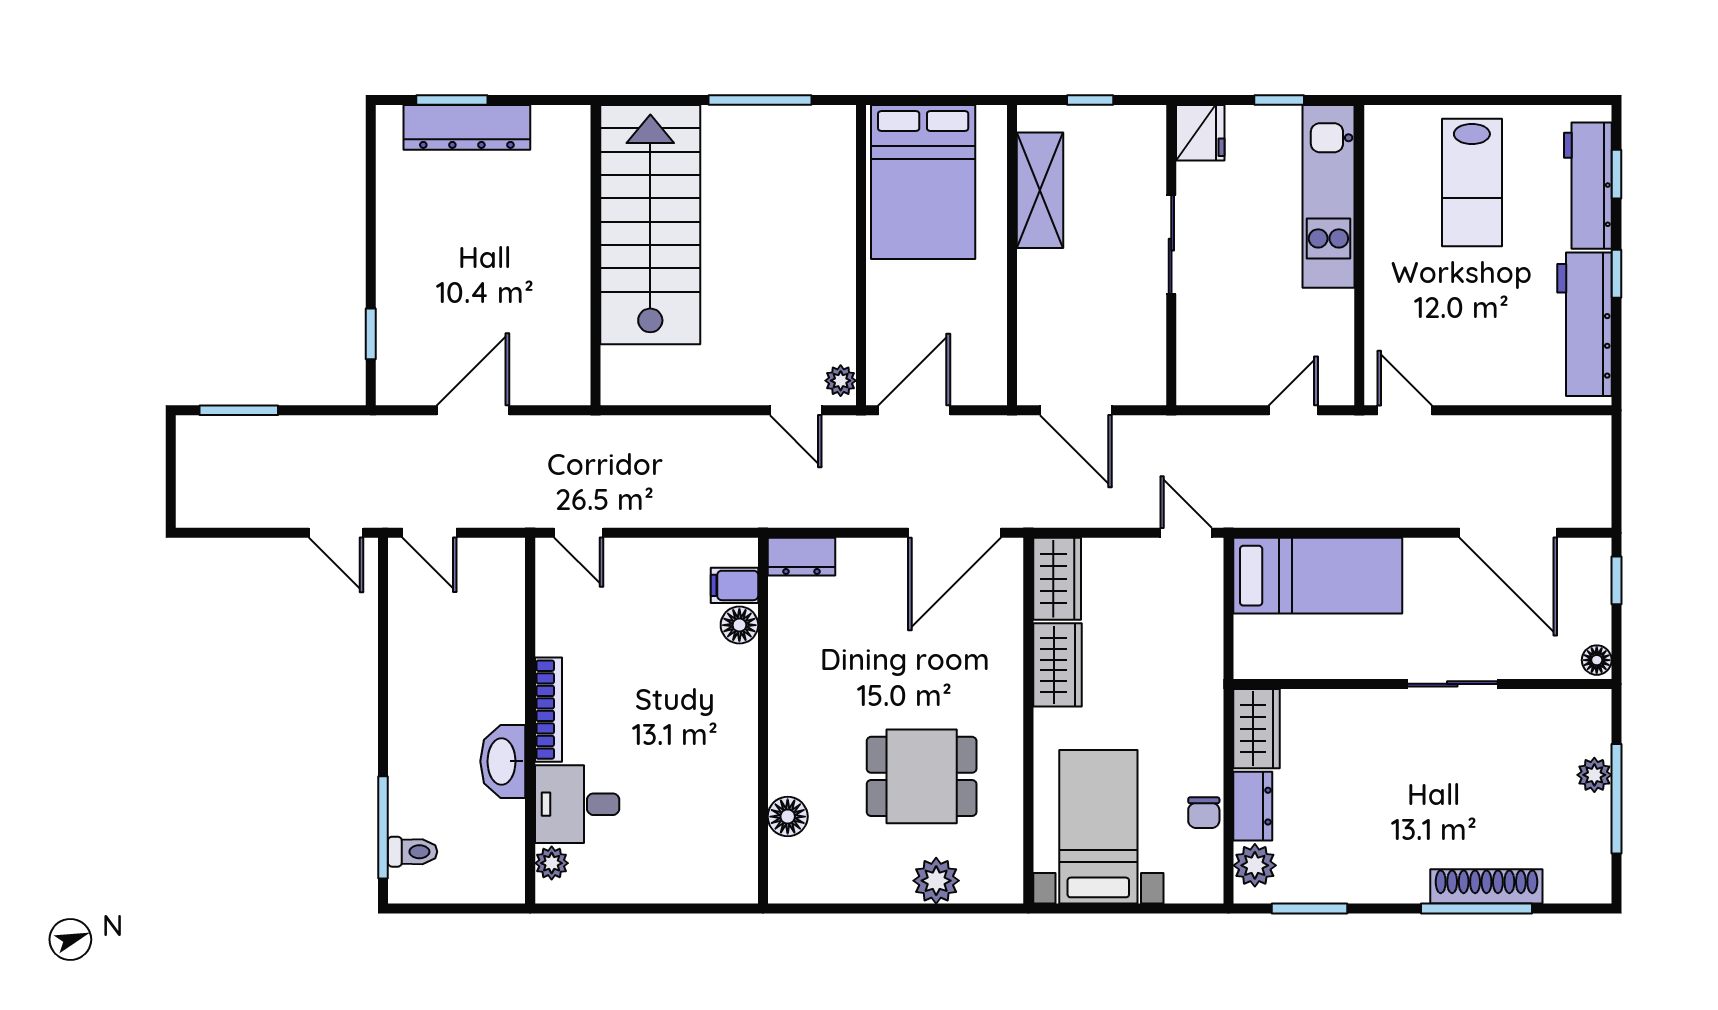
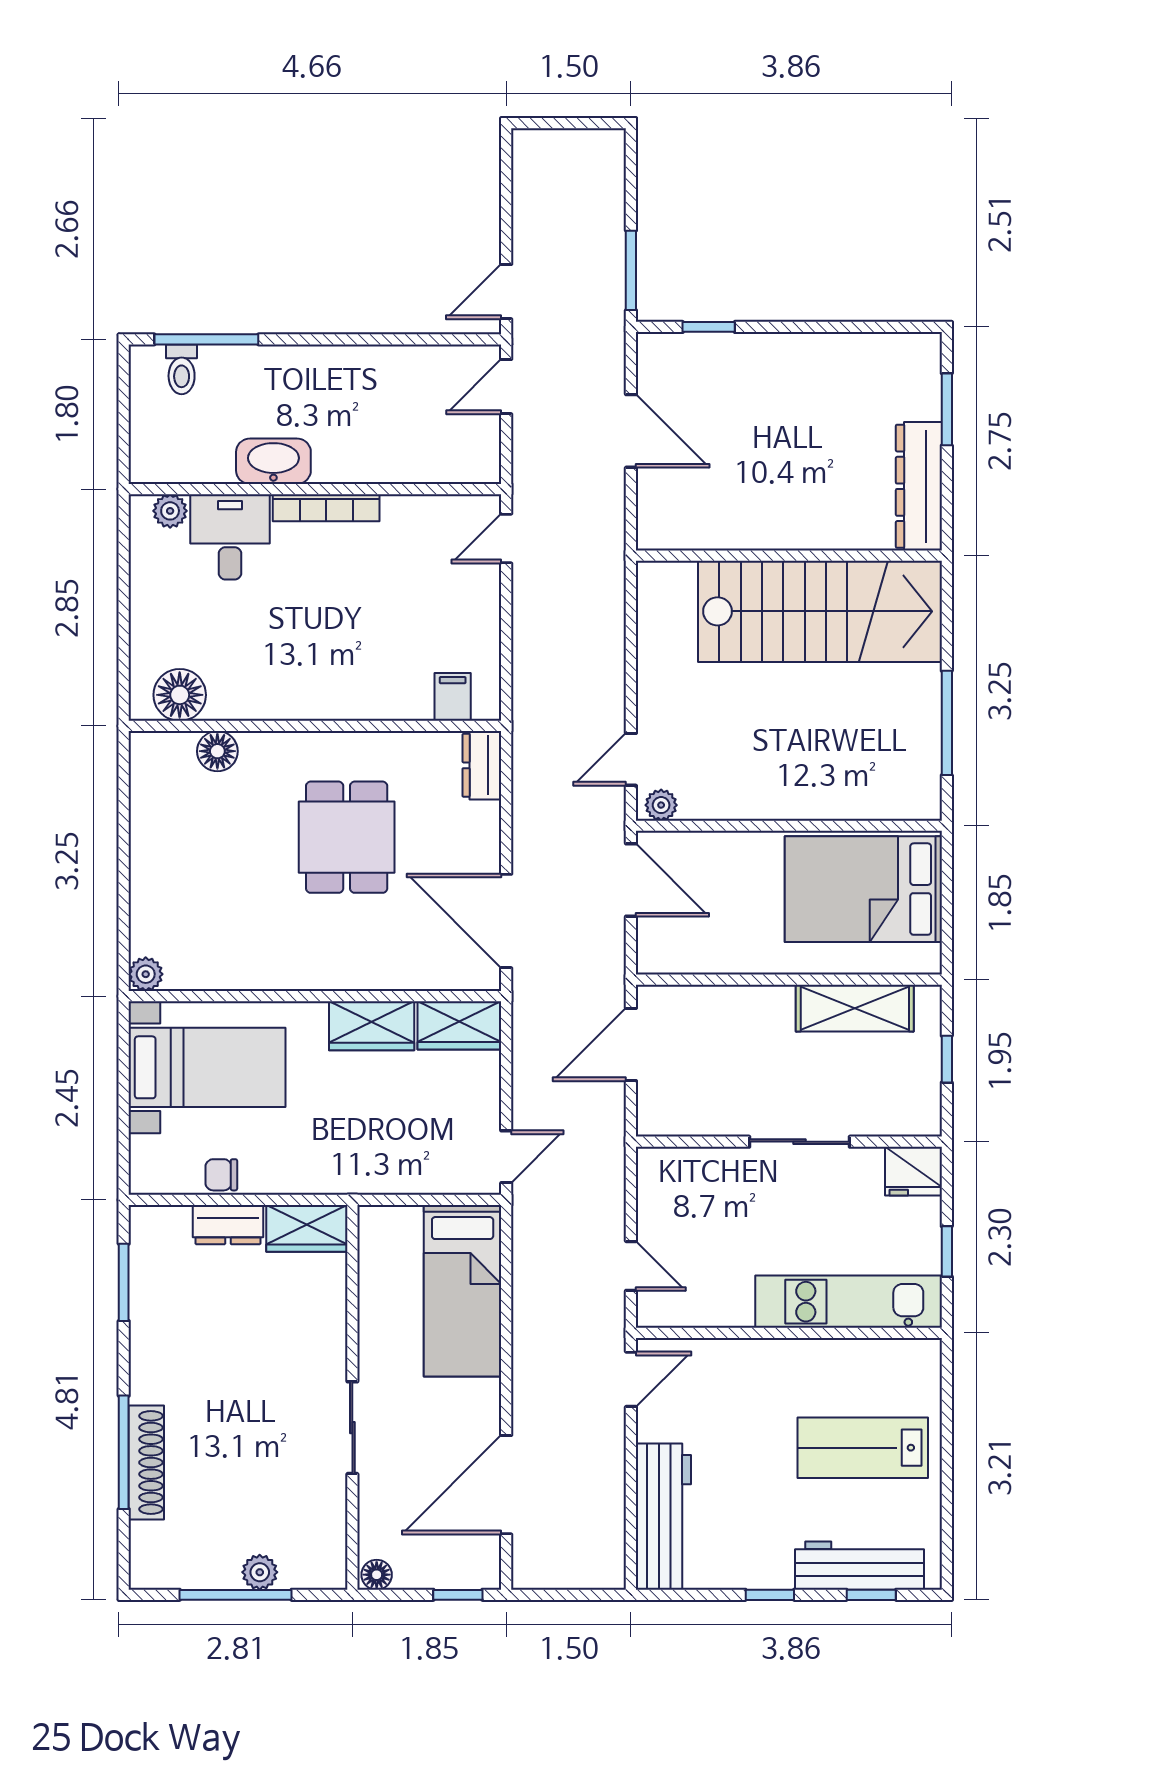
dresser: (467, 127) -> (919, 486), moved
workbench: (1585, 324) -> (663, 1517), moved, turned 90
window: (239, 410) -> (631, 270), moved
floor lamp: (739, 625) -> (180, 695), moved, width x1.38, depth x1.38
dining table: (922, 776) -> (347, 837), moved
plant: (1255, 865) -> (168, 1227), removed
plant: (936, 881) -> (146, 974), moved, width x0.73, depth x0.73

